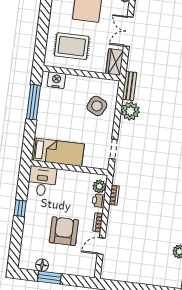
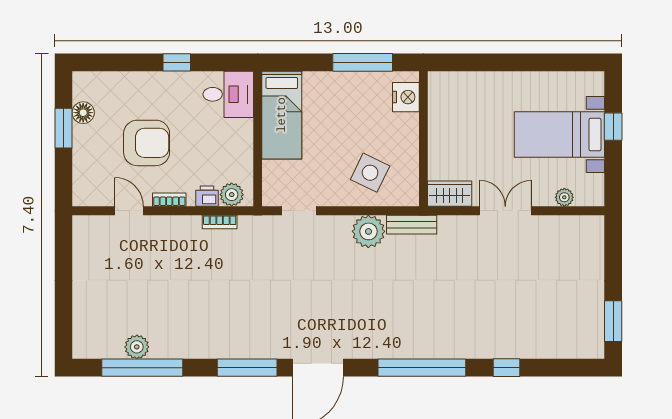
rug: (72, 46) -> (468, 116), removed

